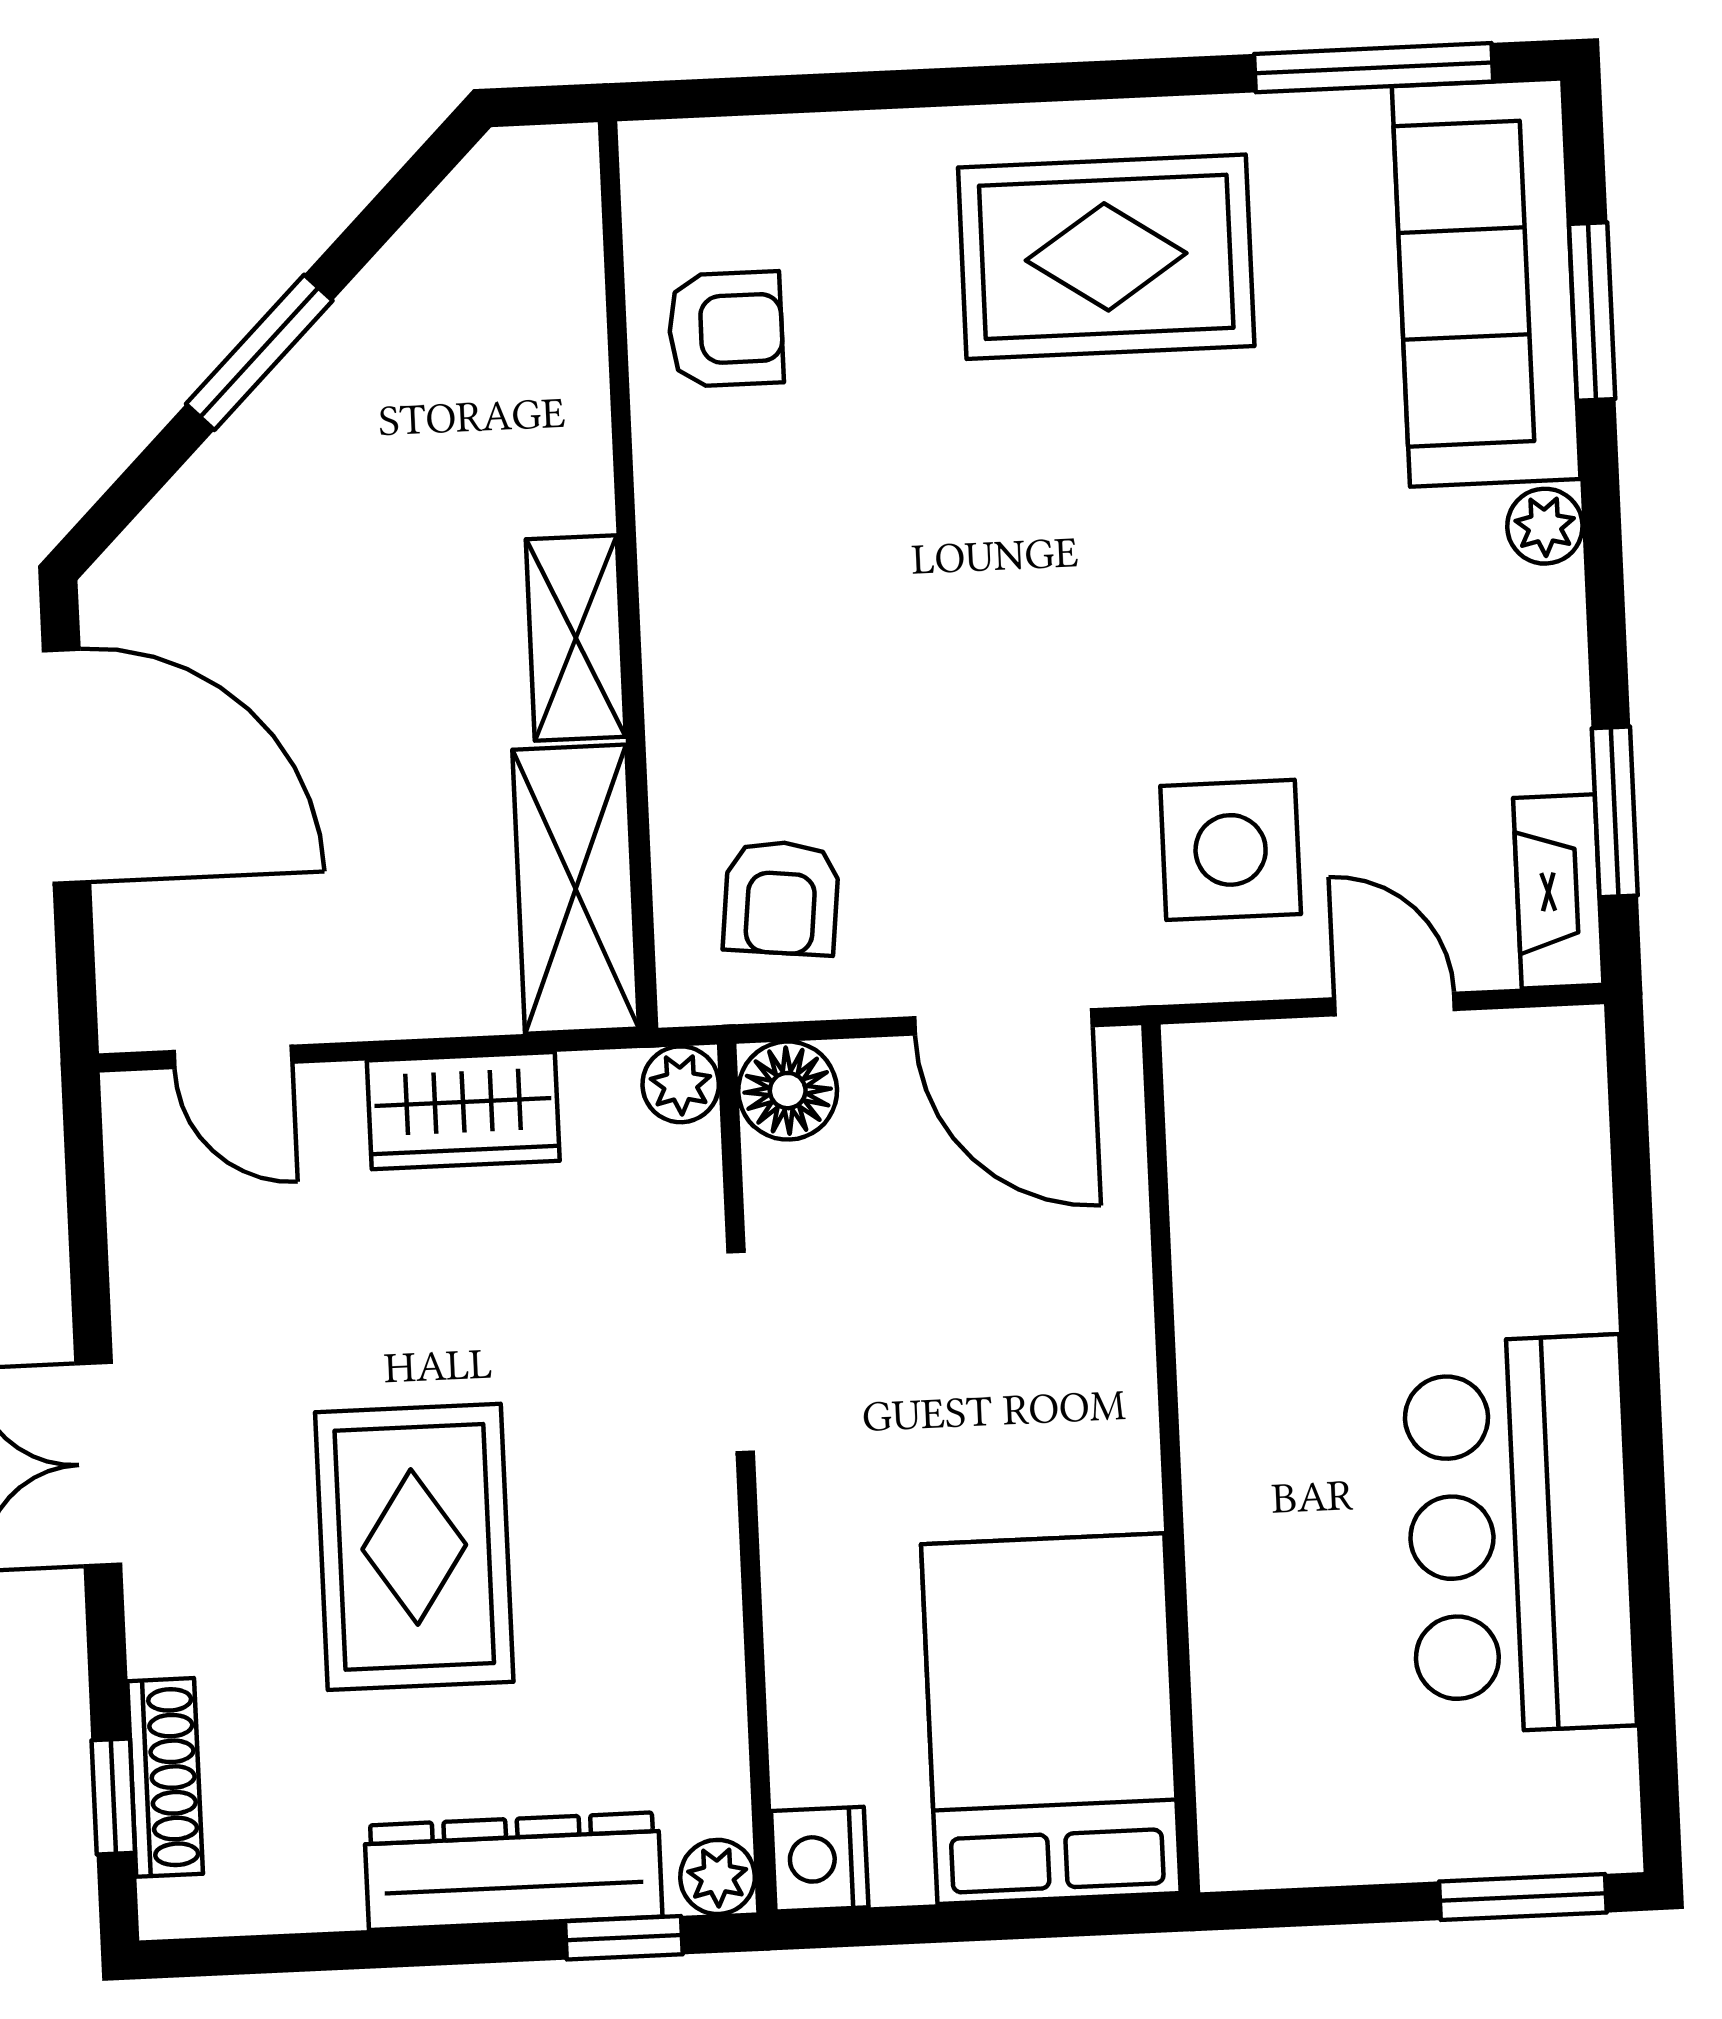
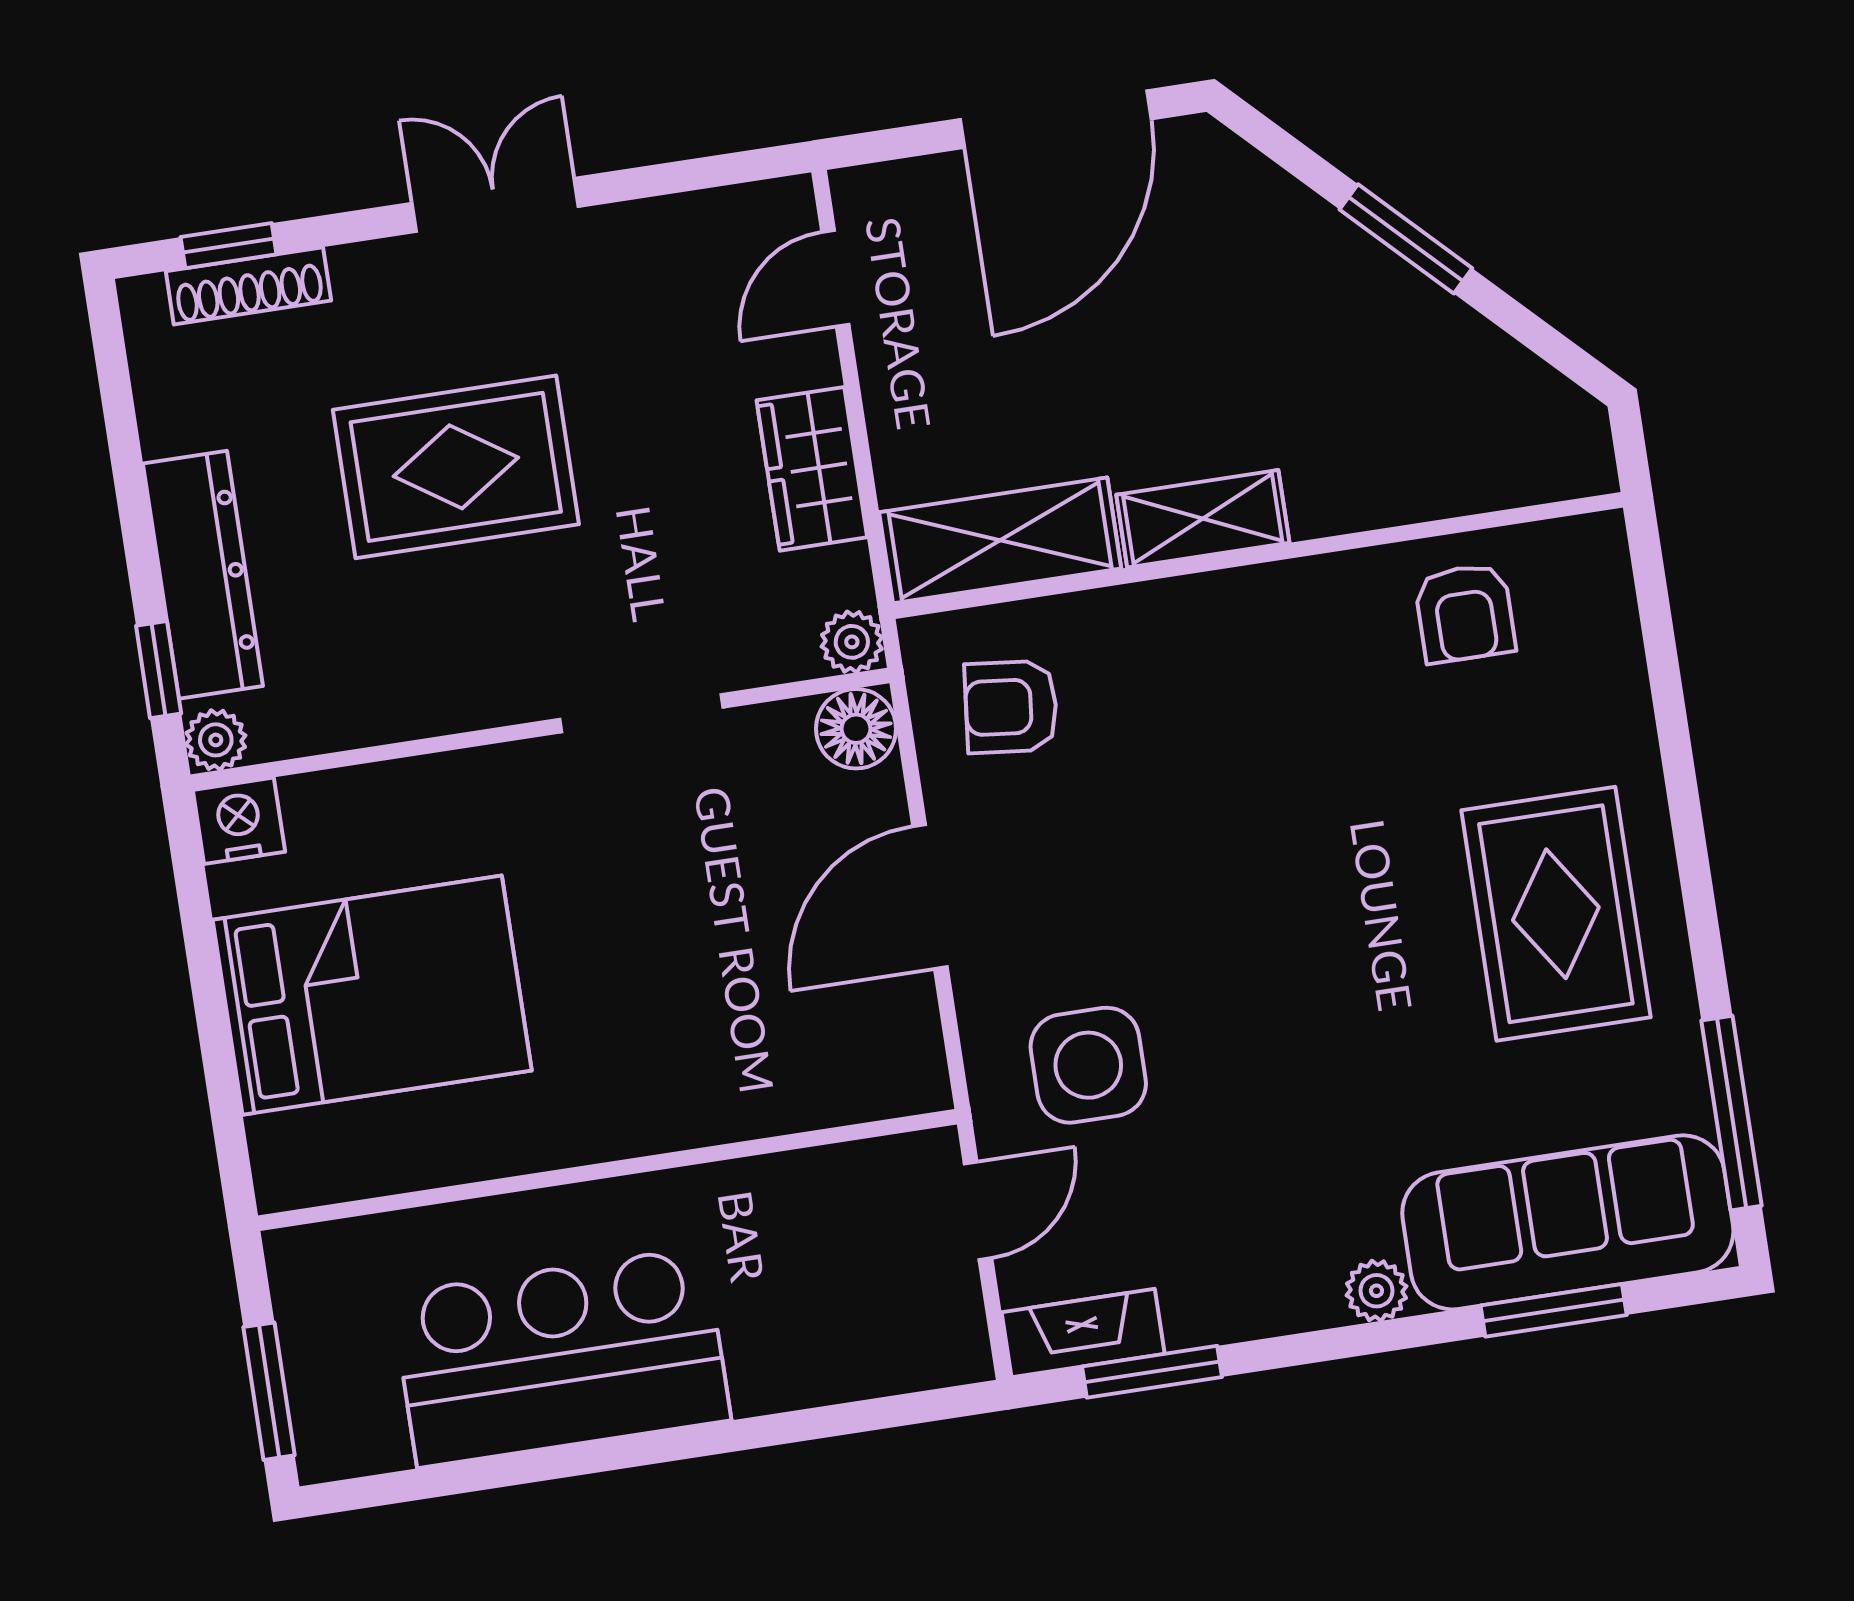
wall: (1171, 1459) -> (607, 1170), moved

